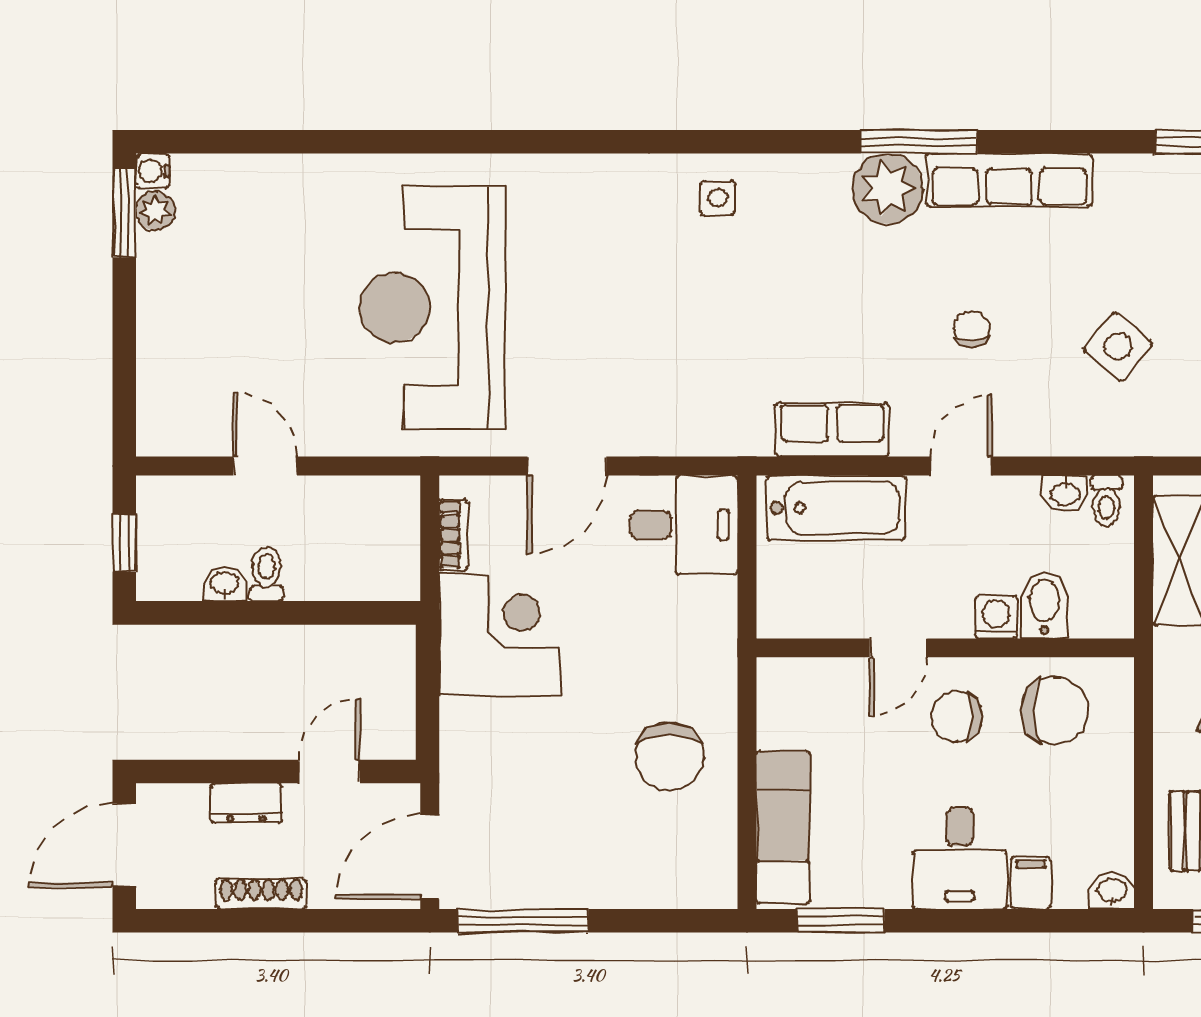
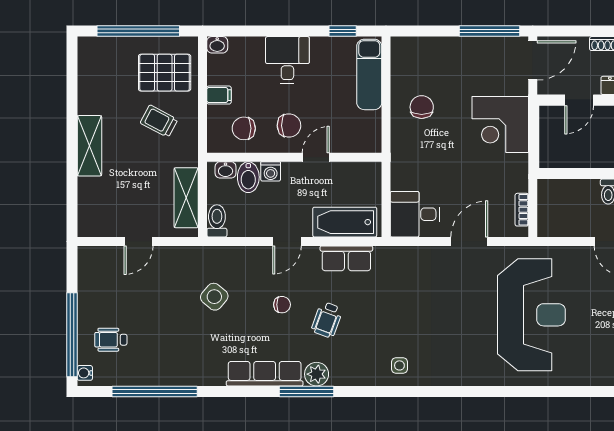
plant: (888, 189) -> (317, 374), width x0.73, depth x0.73
wheelchair: (875, 297) -> (327, 320), added
chair: (972, 329) -> (282, 305), turned -90
washbasin: (1065, 493) -> (226, 170), moved, turned 180
toilet: (1106, 501) -> (217, 221), width x1.37, depth x1.39
corner desk: (500, 635) -> (500, 125), moved
chair: (1054, 710) -> (244, 128), width x0.73, depth x0.73
chair: (670, 757) -> (422, 107), width x0.73, depth x0.73
filing cabinet: (1030, 883) -> (219, 95), moved, turned -90
window: (841, 921) -> (343, 31), width x0.67

